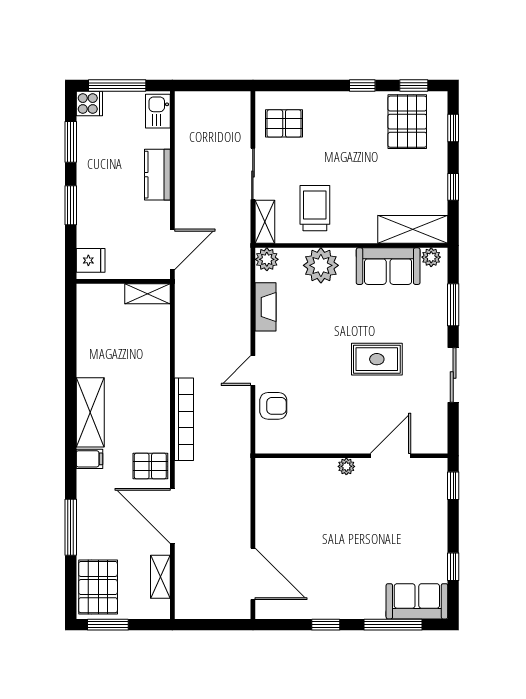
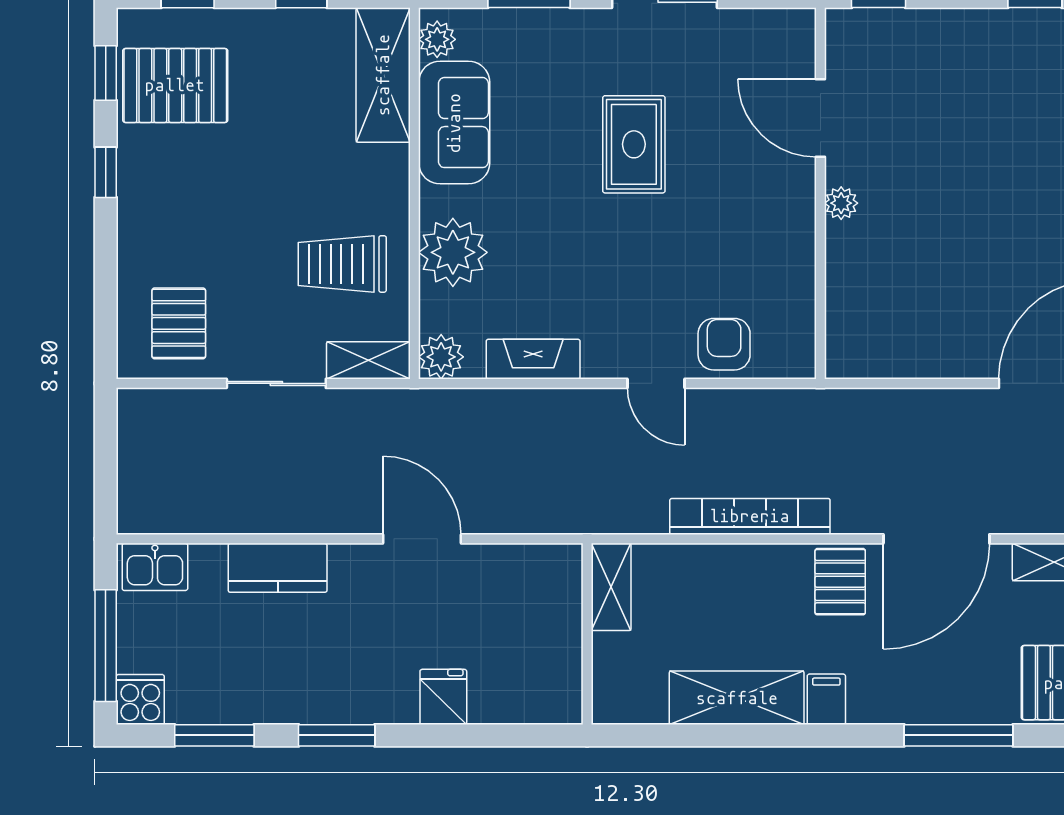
wall: (123, 281) -> (587, 634), moved
shelving: (148, 294) -> (611, 587), moved

